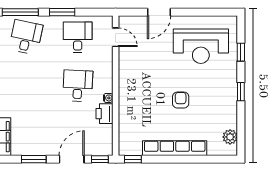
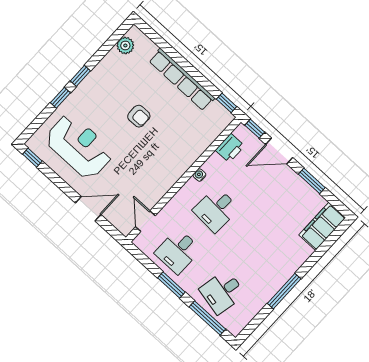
window: (224, 12) -> (32, 158), added
window: (241, 52) -> (60, 98), moved
armchair: (181, 100) -> (139, 116), turned -90
printer: (105, 114) -> (230, 148), moved

